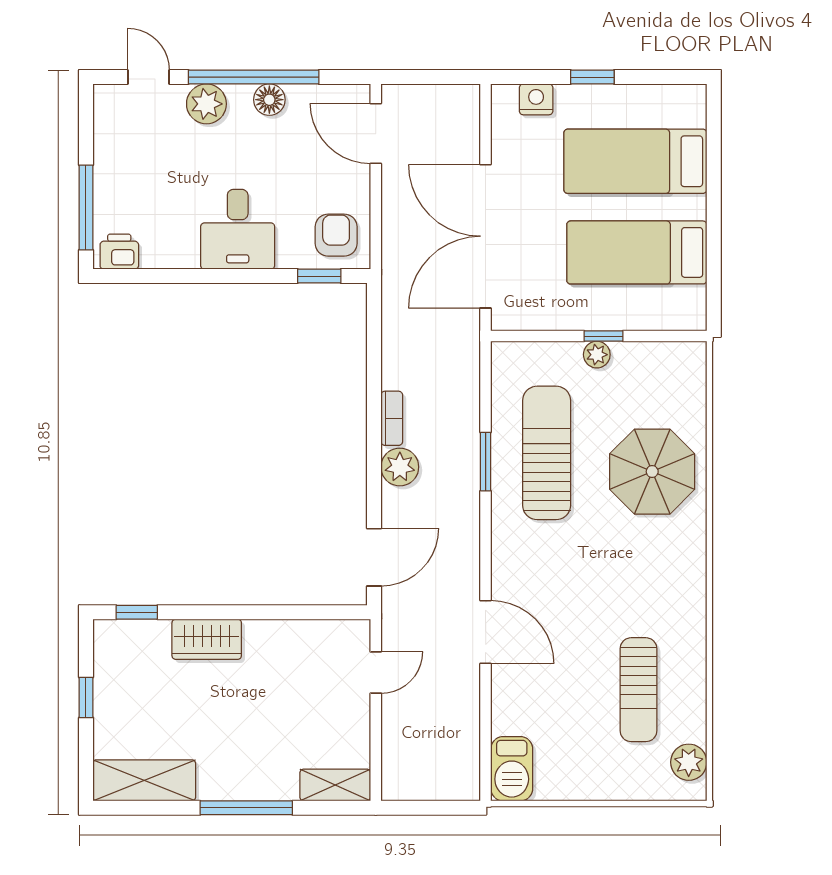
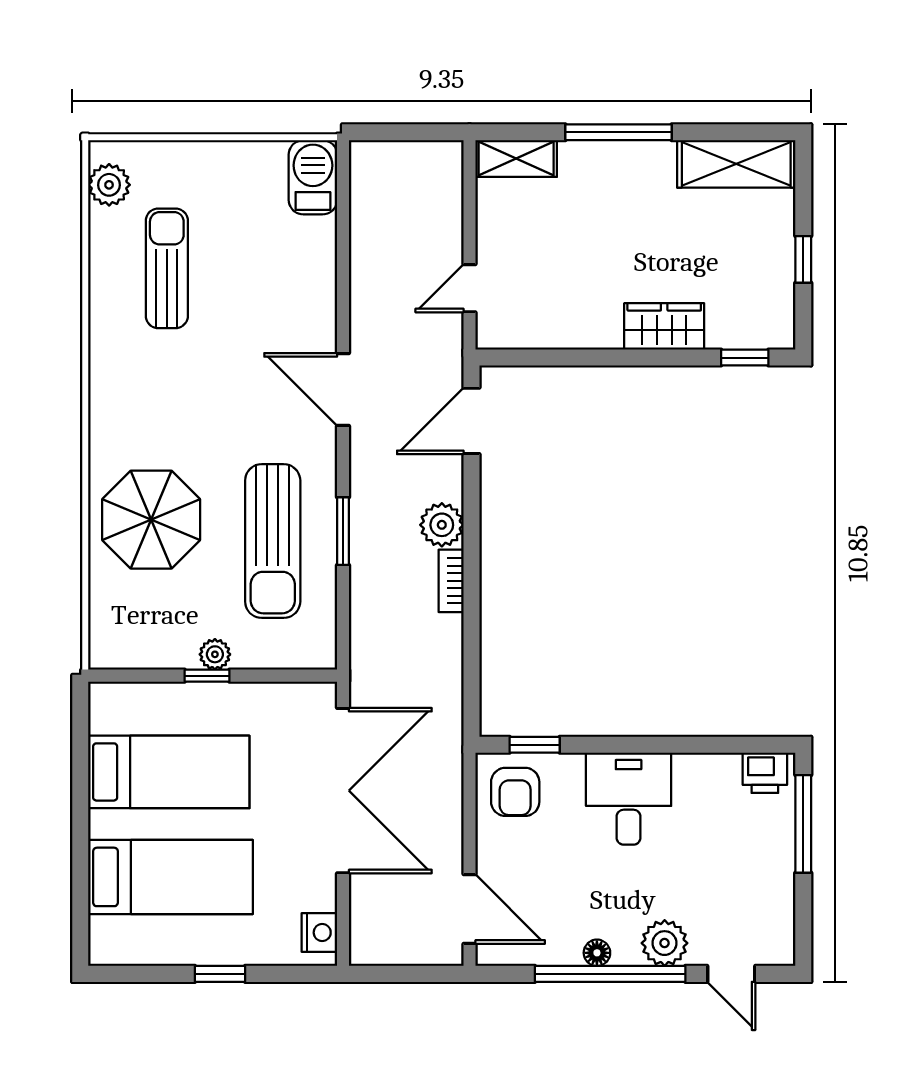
nightstand: (536, 99) -> (319, 933), moved, turned -90
floor lamp: (269, 100) -> (597, 953), width x0.73, depth x0.73
door: (486, 632) -> (343, 390), moved

